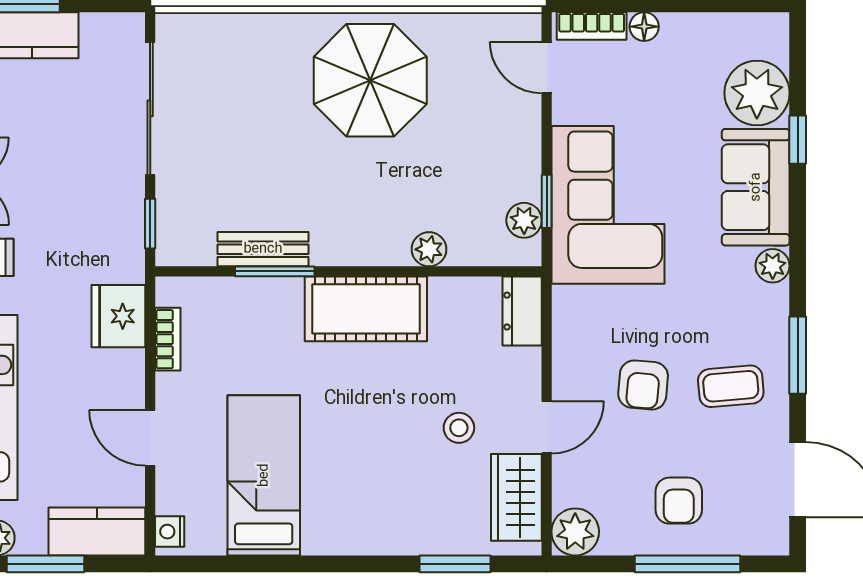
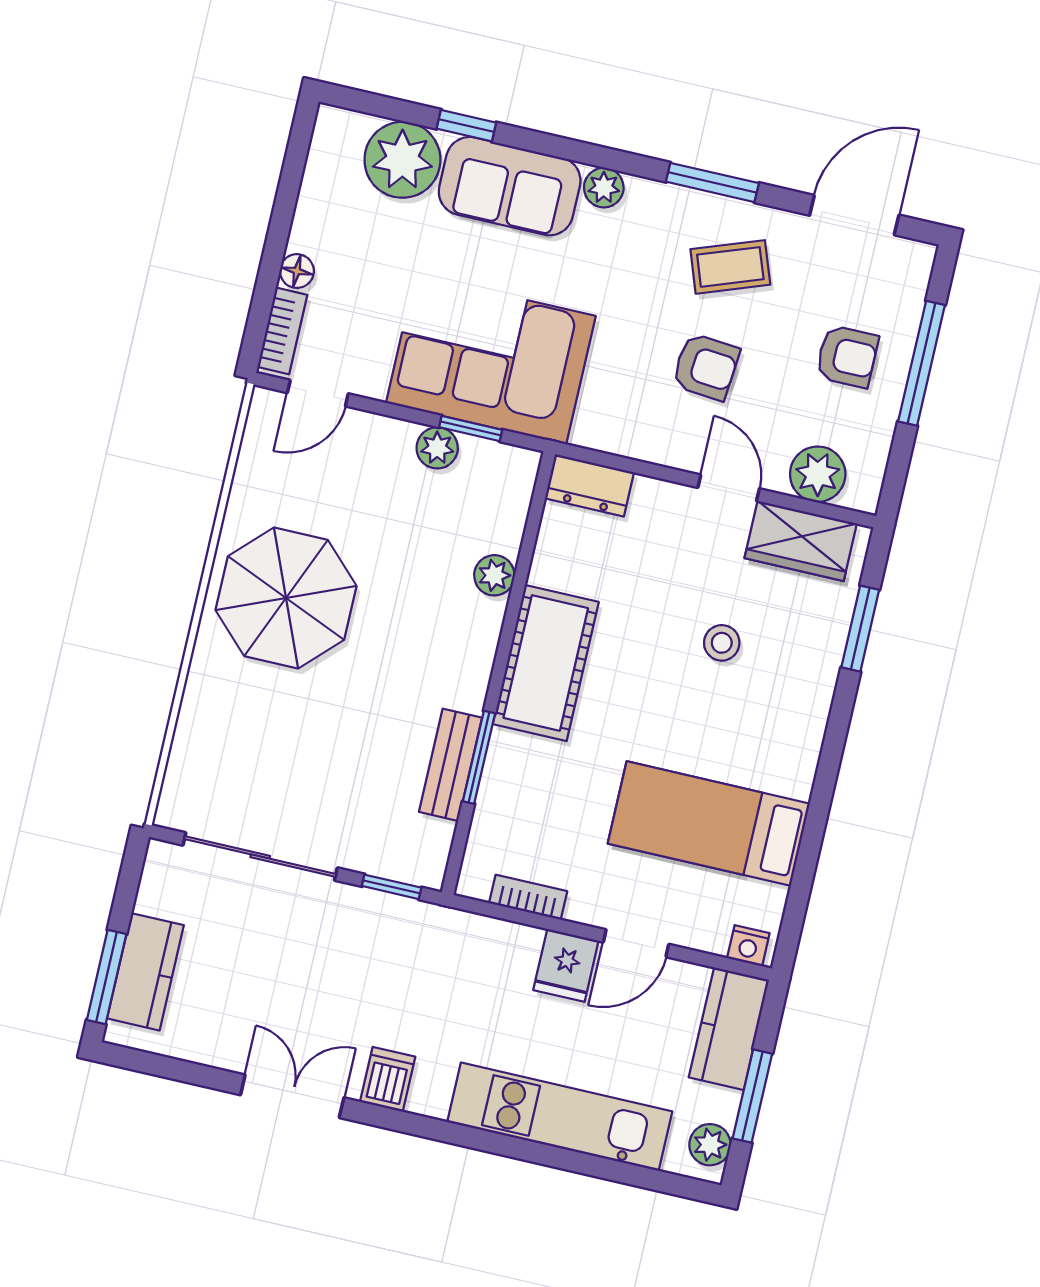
plant: (524, 220) -> (437, 448), moved
fridge: (118, 316) -> (566, 965), moved, width x0.72
coffee table: (731, 386) -> (730, 267), turned 75
stool: (459, 428) -> (722, 643), moved
plant: (575, 532) -> (818, 474), moved

